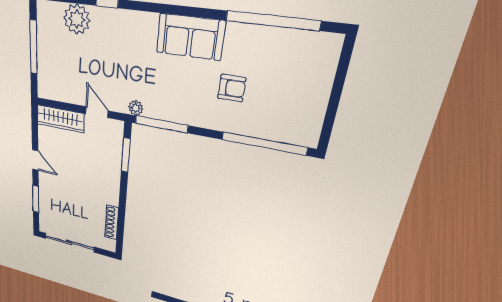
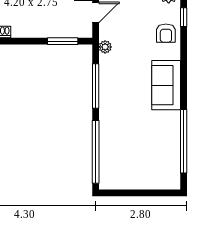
armchair: (232, 88) -> (166, 33), moved
window: (161, 124) -> (96, 86), moved

